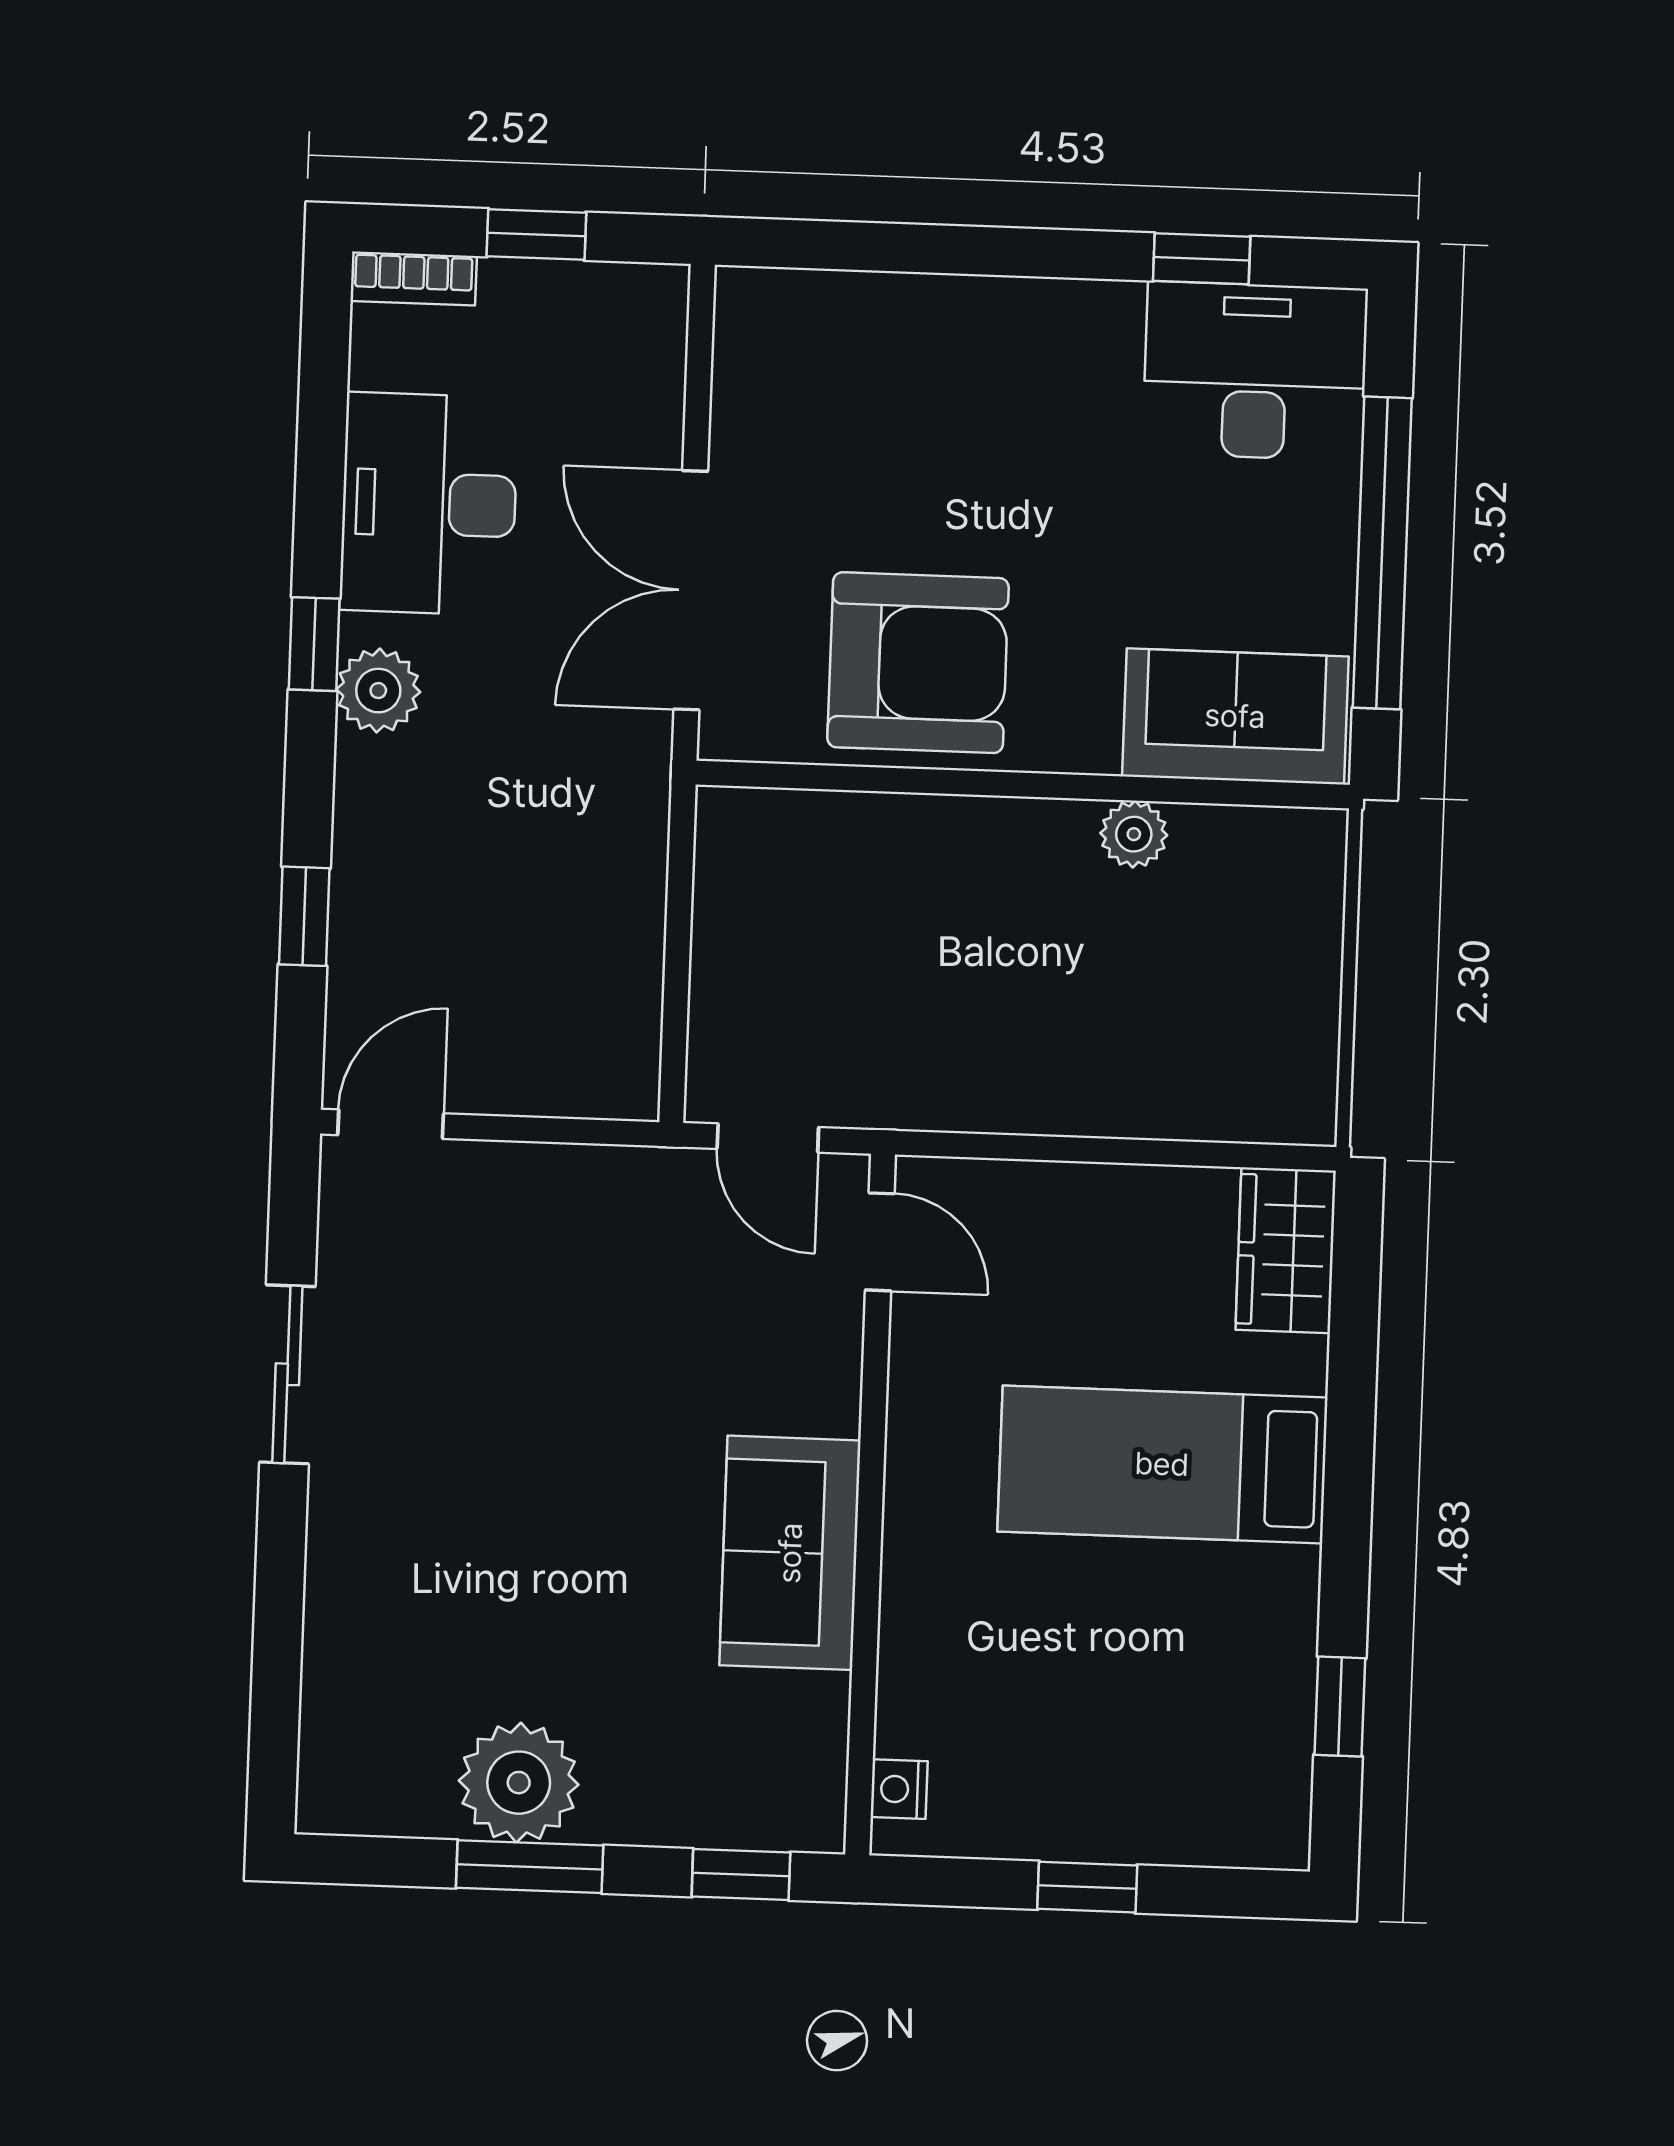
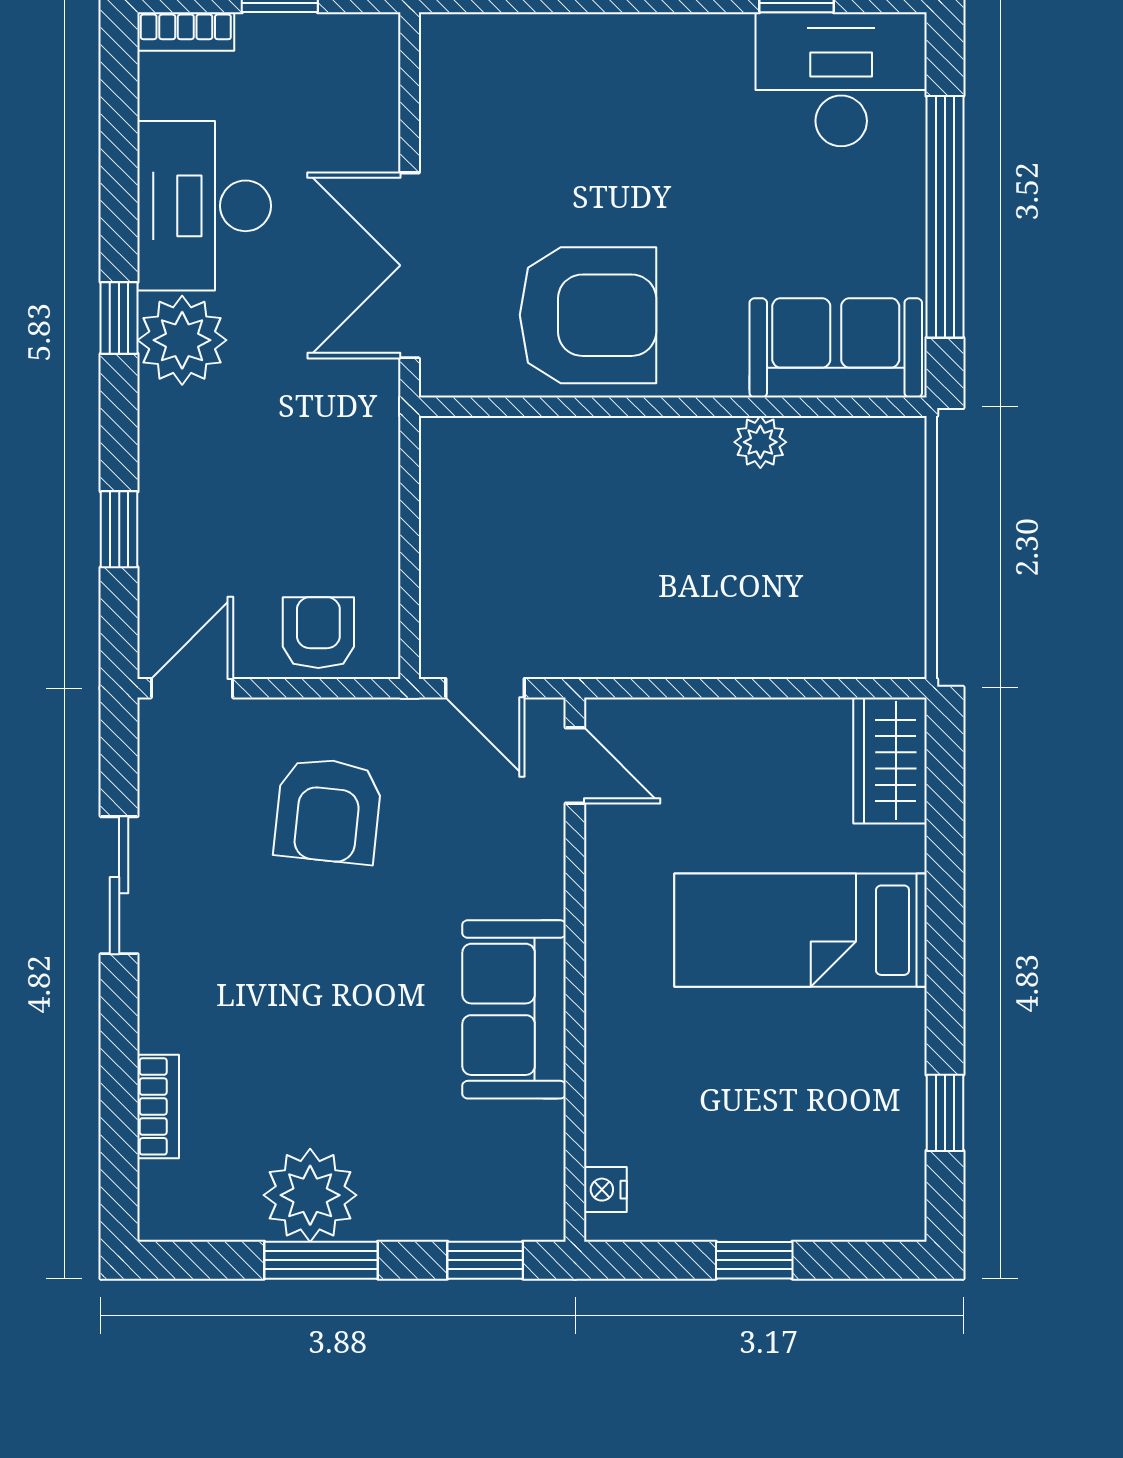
plant: (378, 691) -> (182, 340), width x1.36, depth x1.36
armchair: (556, 1059) -> (318, 633), added
armchair: (560, 1288) -> (328, 811), added
bookcase: (327, 1661) -> (158, 1106), added

